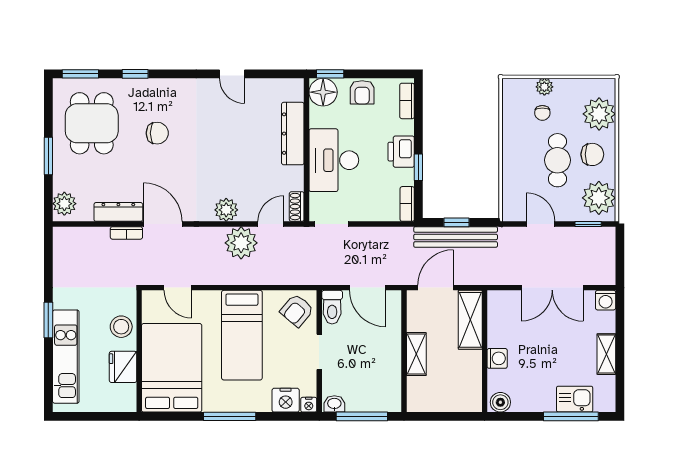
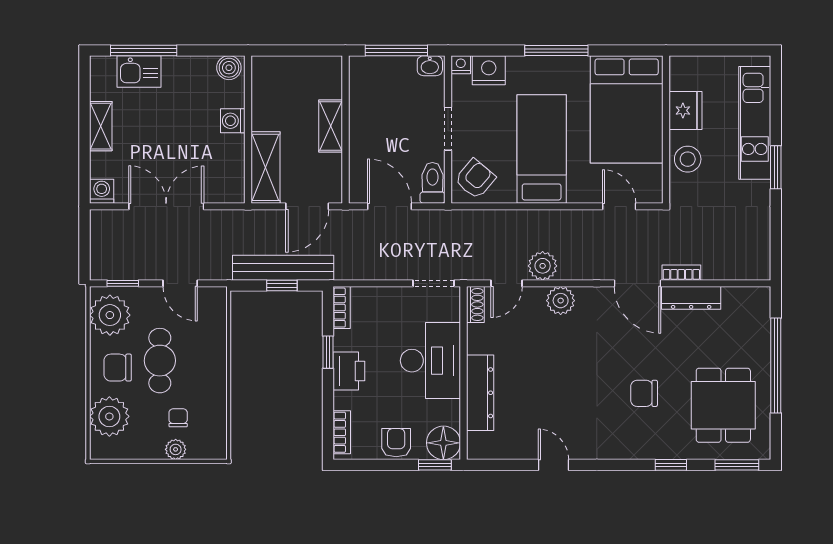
window: (48, 156) -> (776, 366), width x2.11
plant: (64, 204) -> (756, 308), removed
plant: (241, 243) -> (543, 266), width x0.73, depth x0.73

